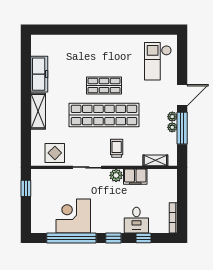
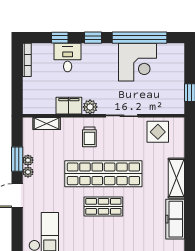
window: (182, 128) -> (17, 159), width x0.69

